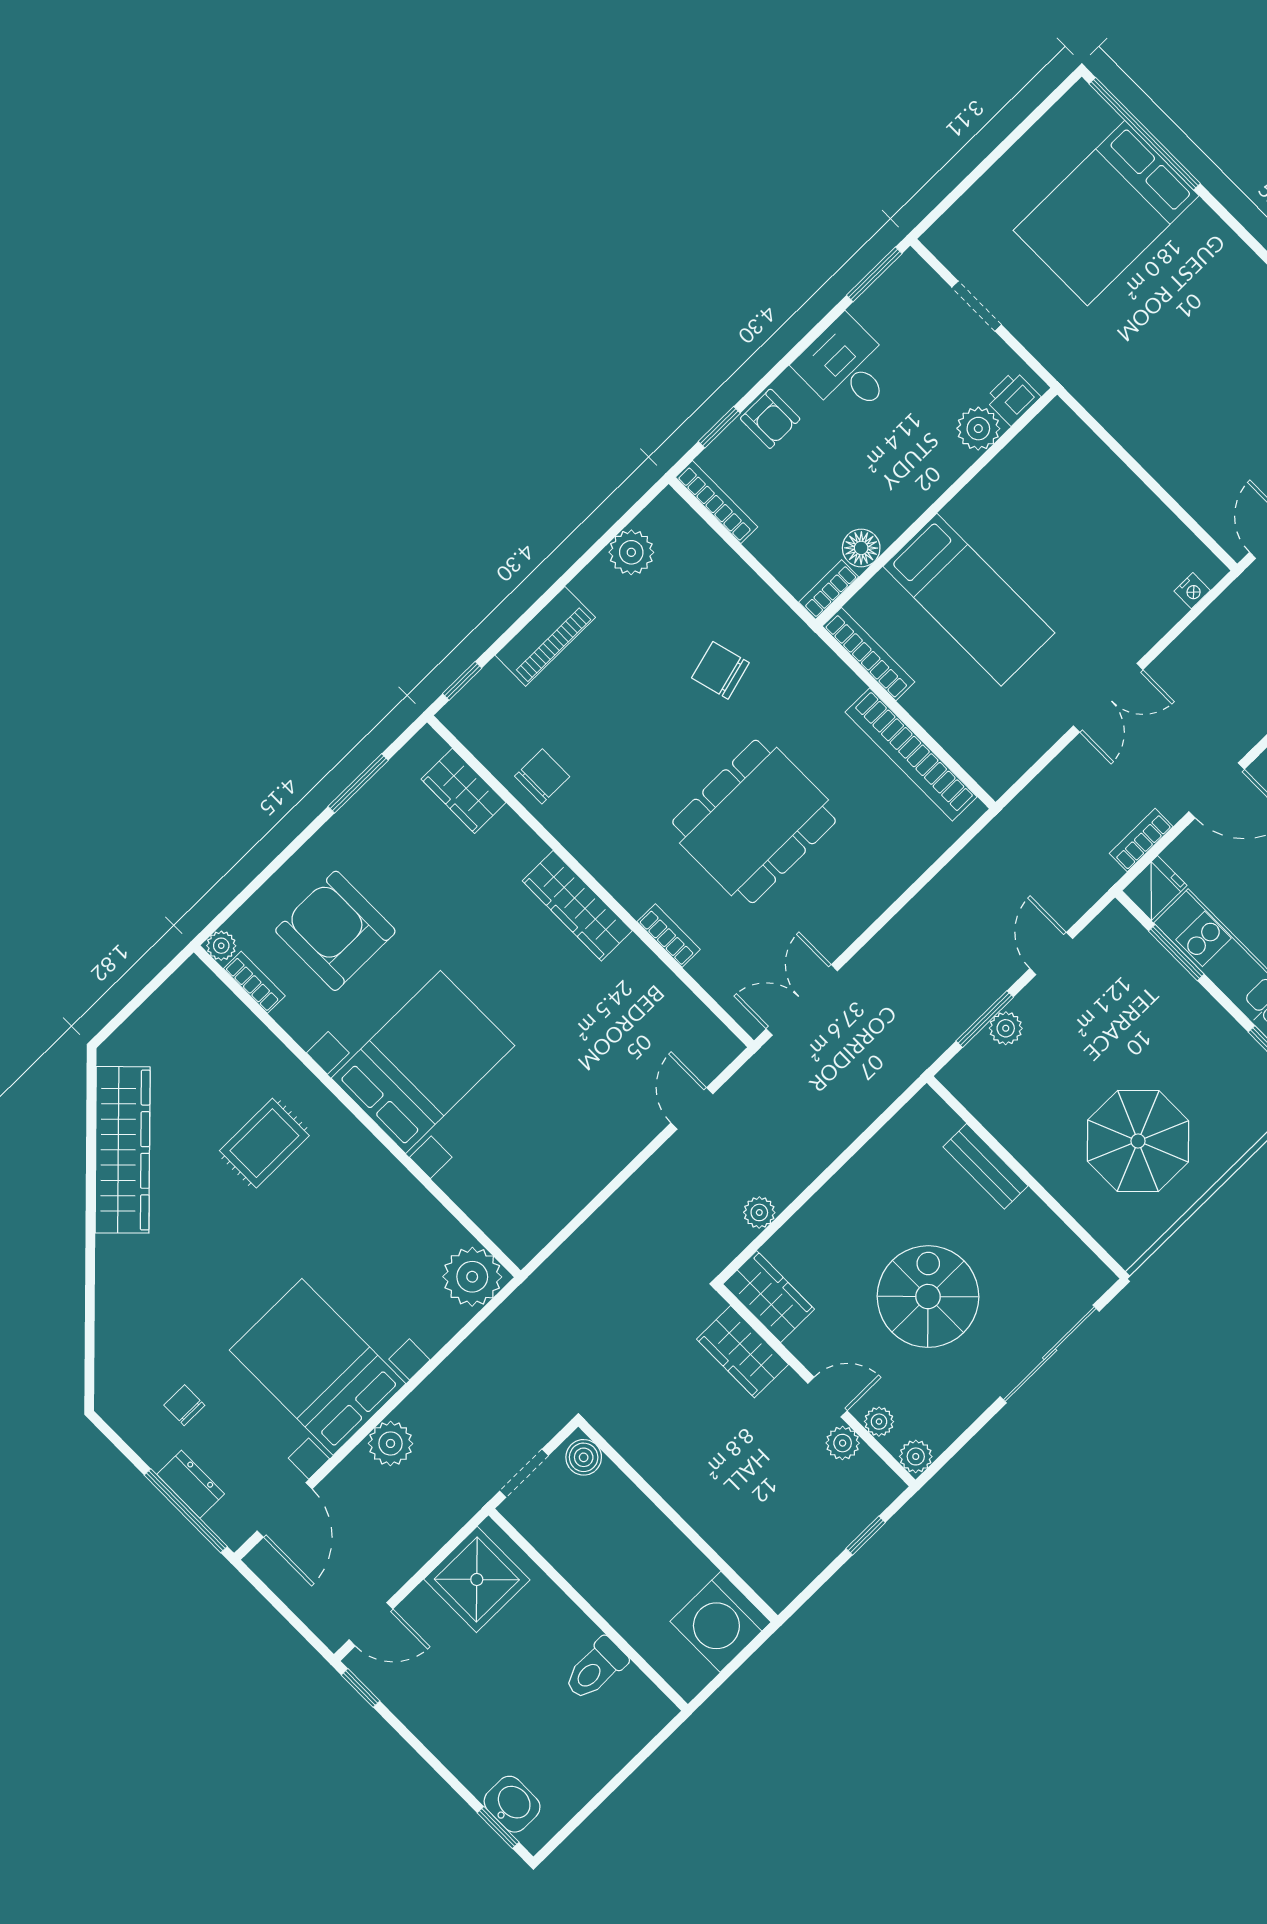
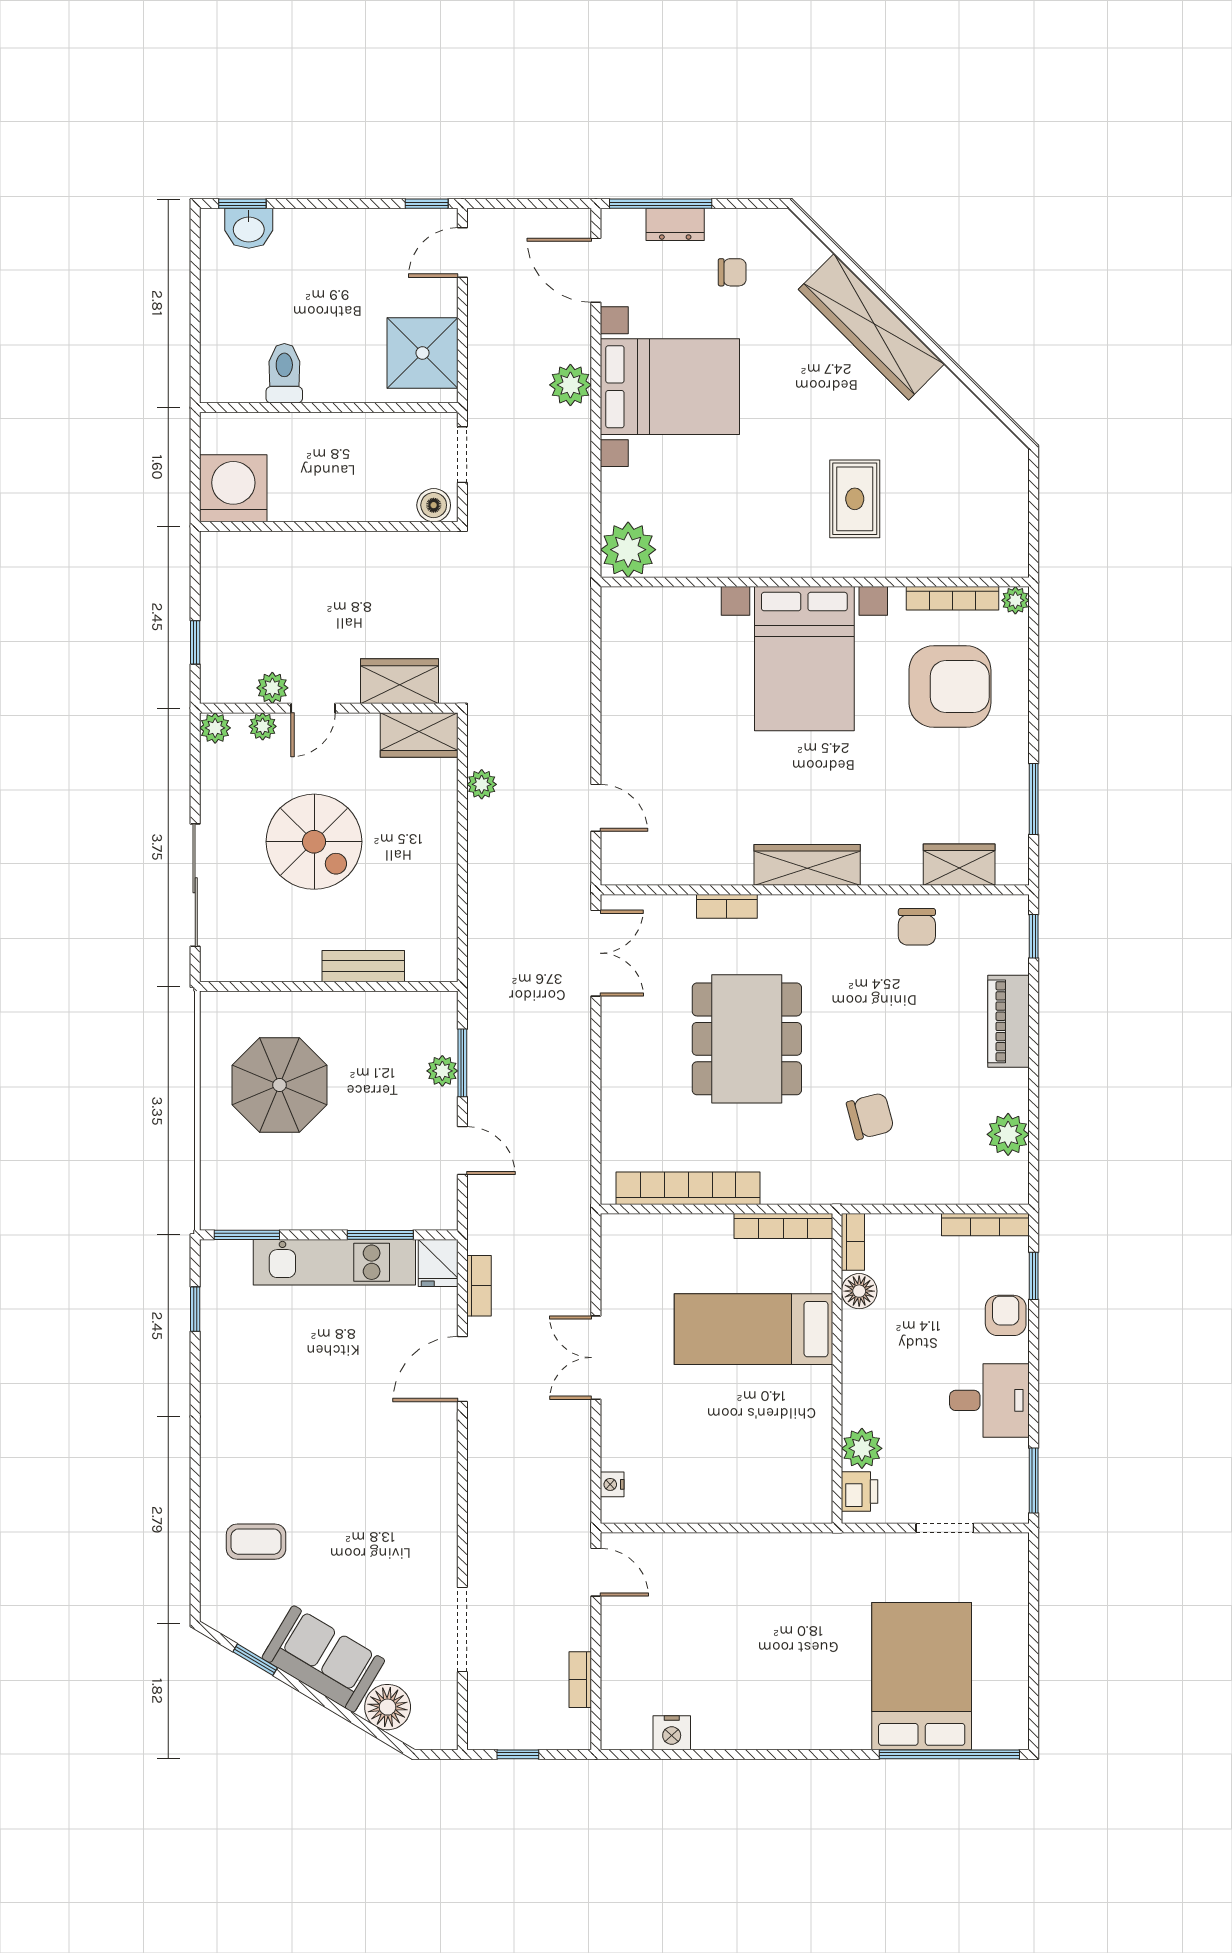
armchair: (770, 419) -> (1006, 1315), turned 90
bookcase: (254, 982) -> (952, 598), width x1.56
wardrobe: (123, 1150) -> (871, 327), moved

